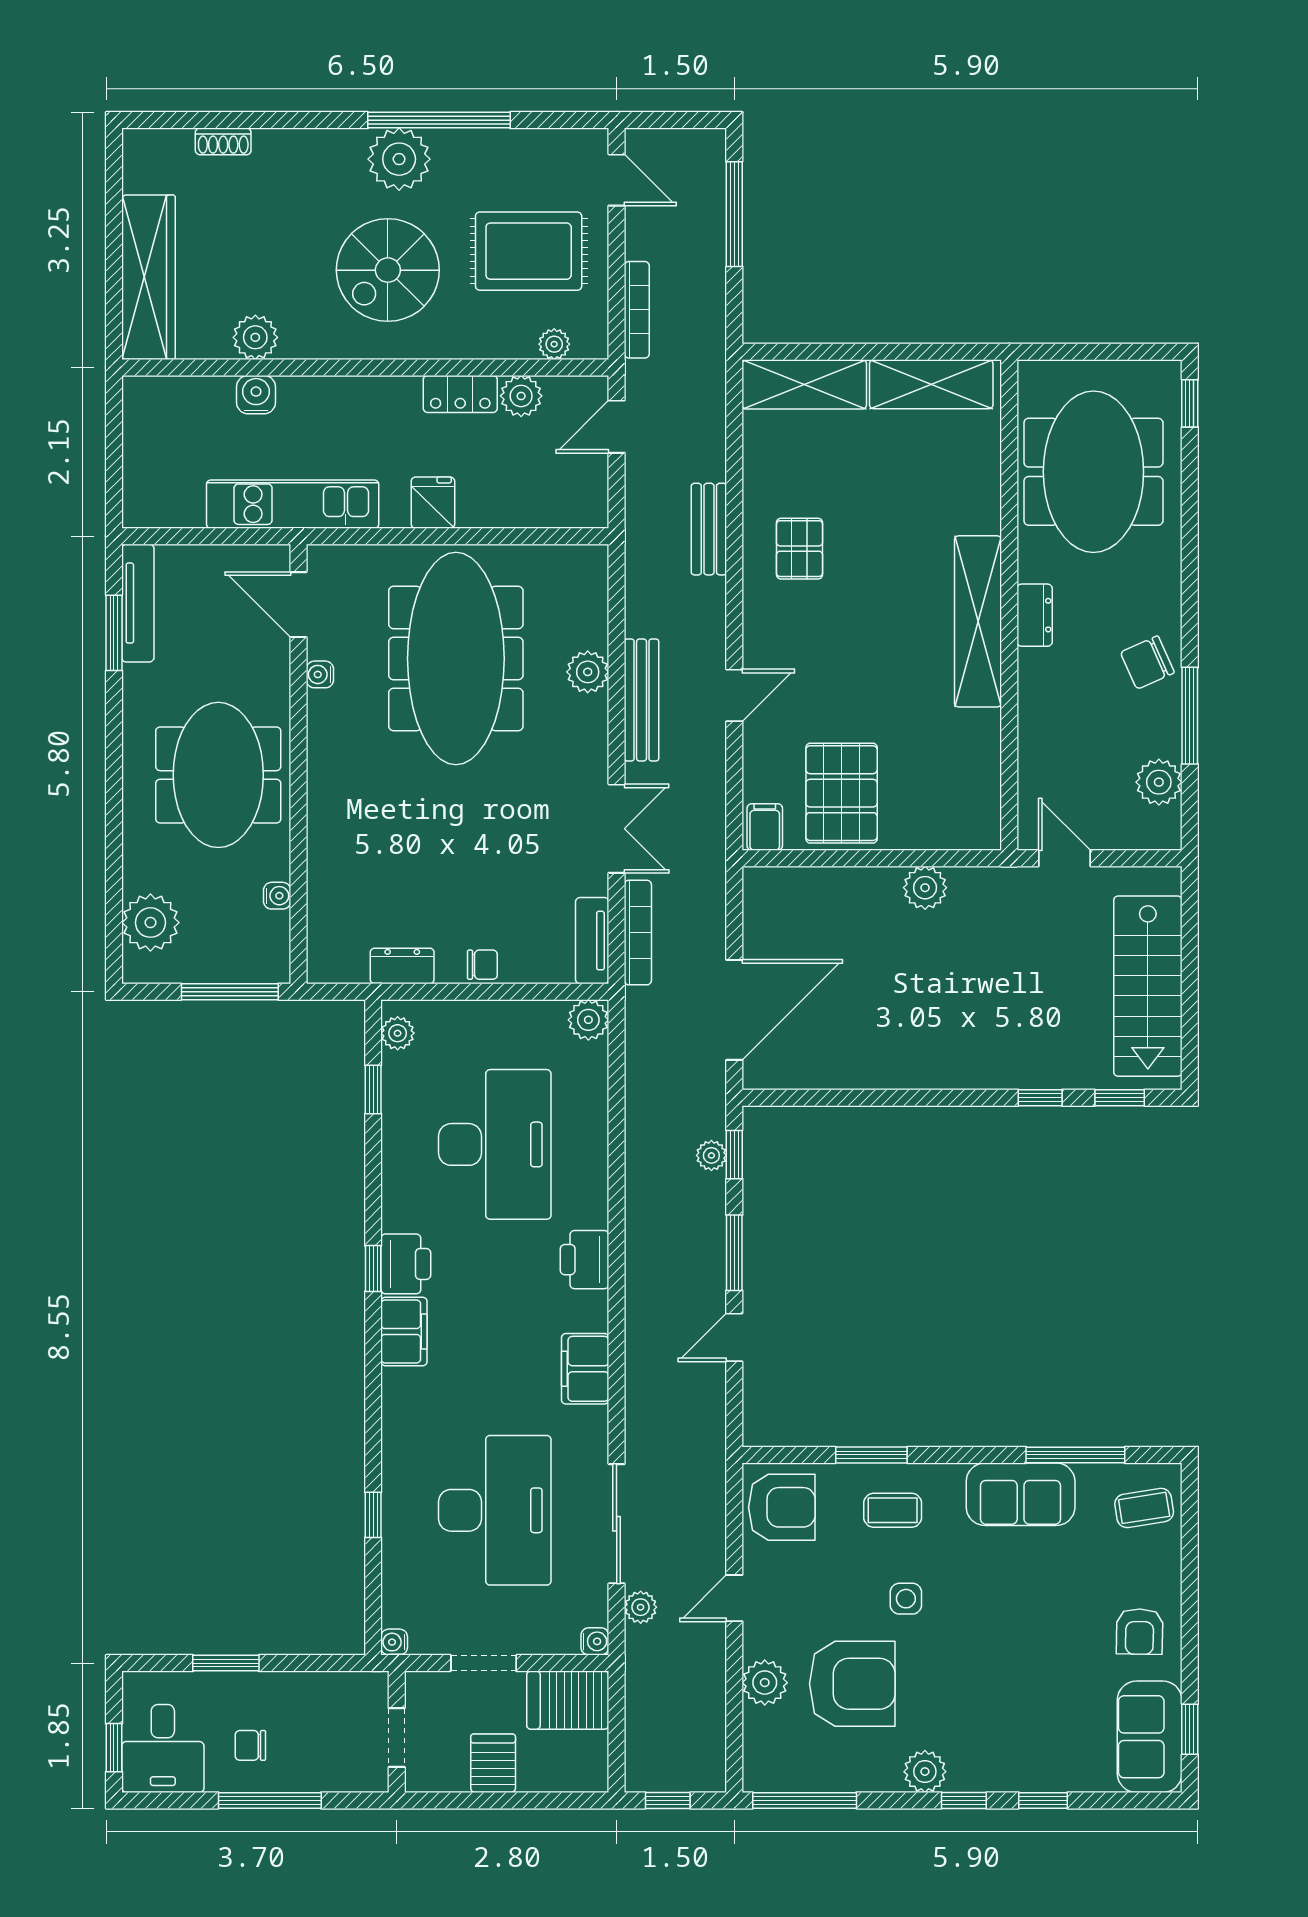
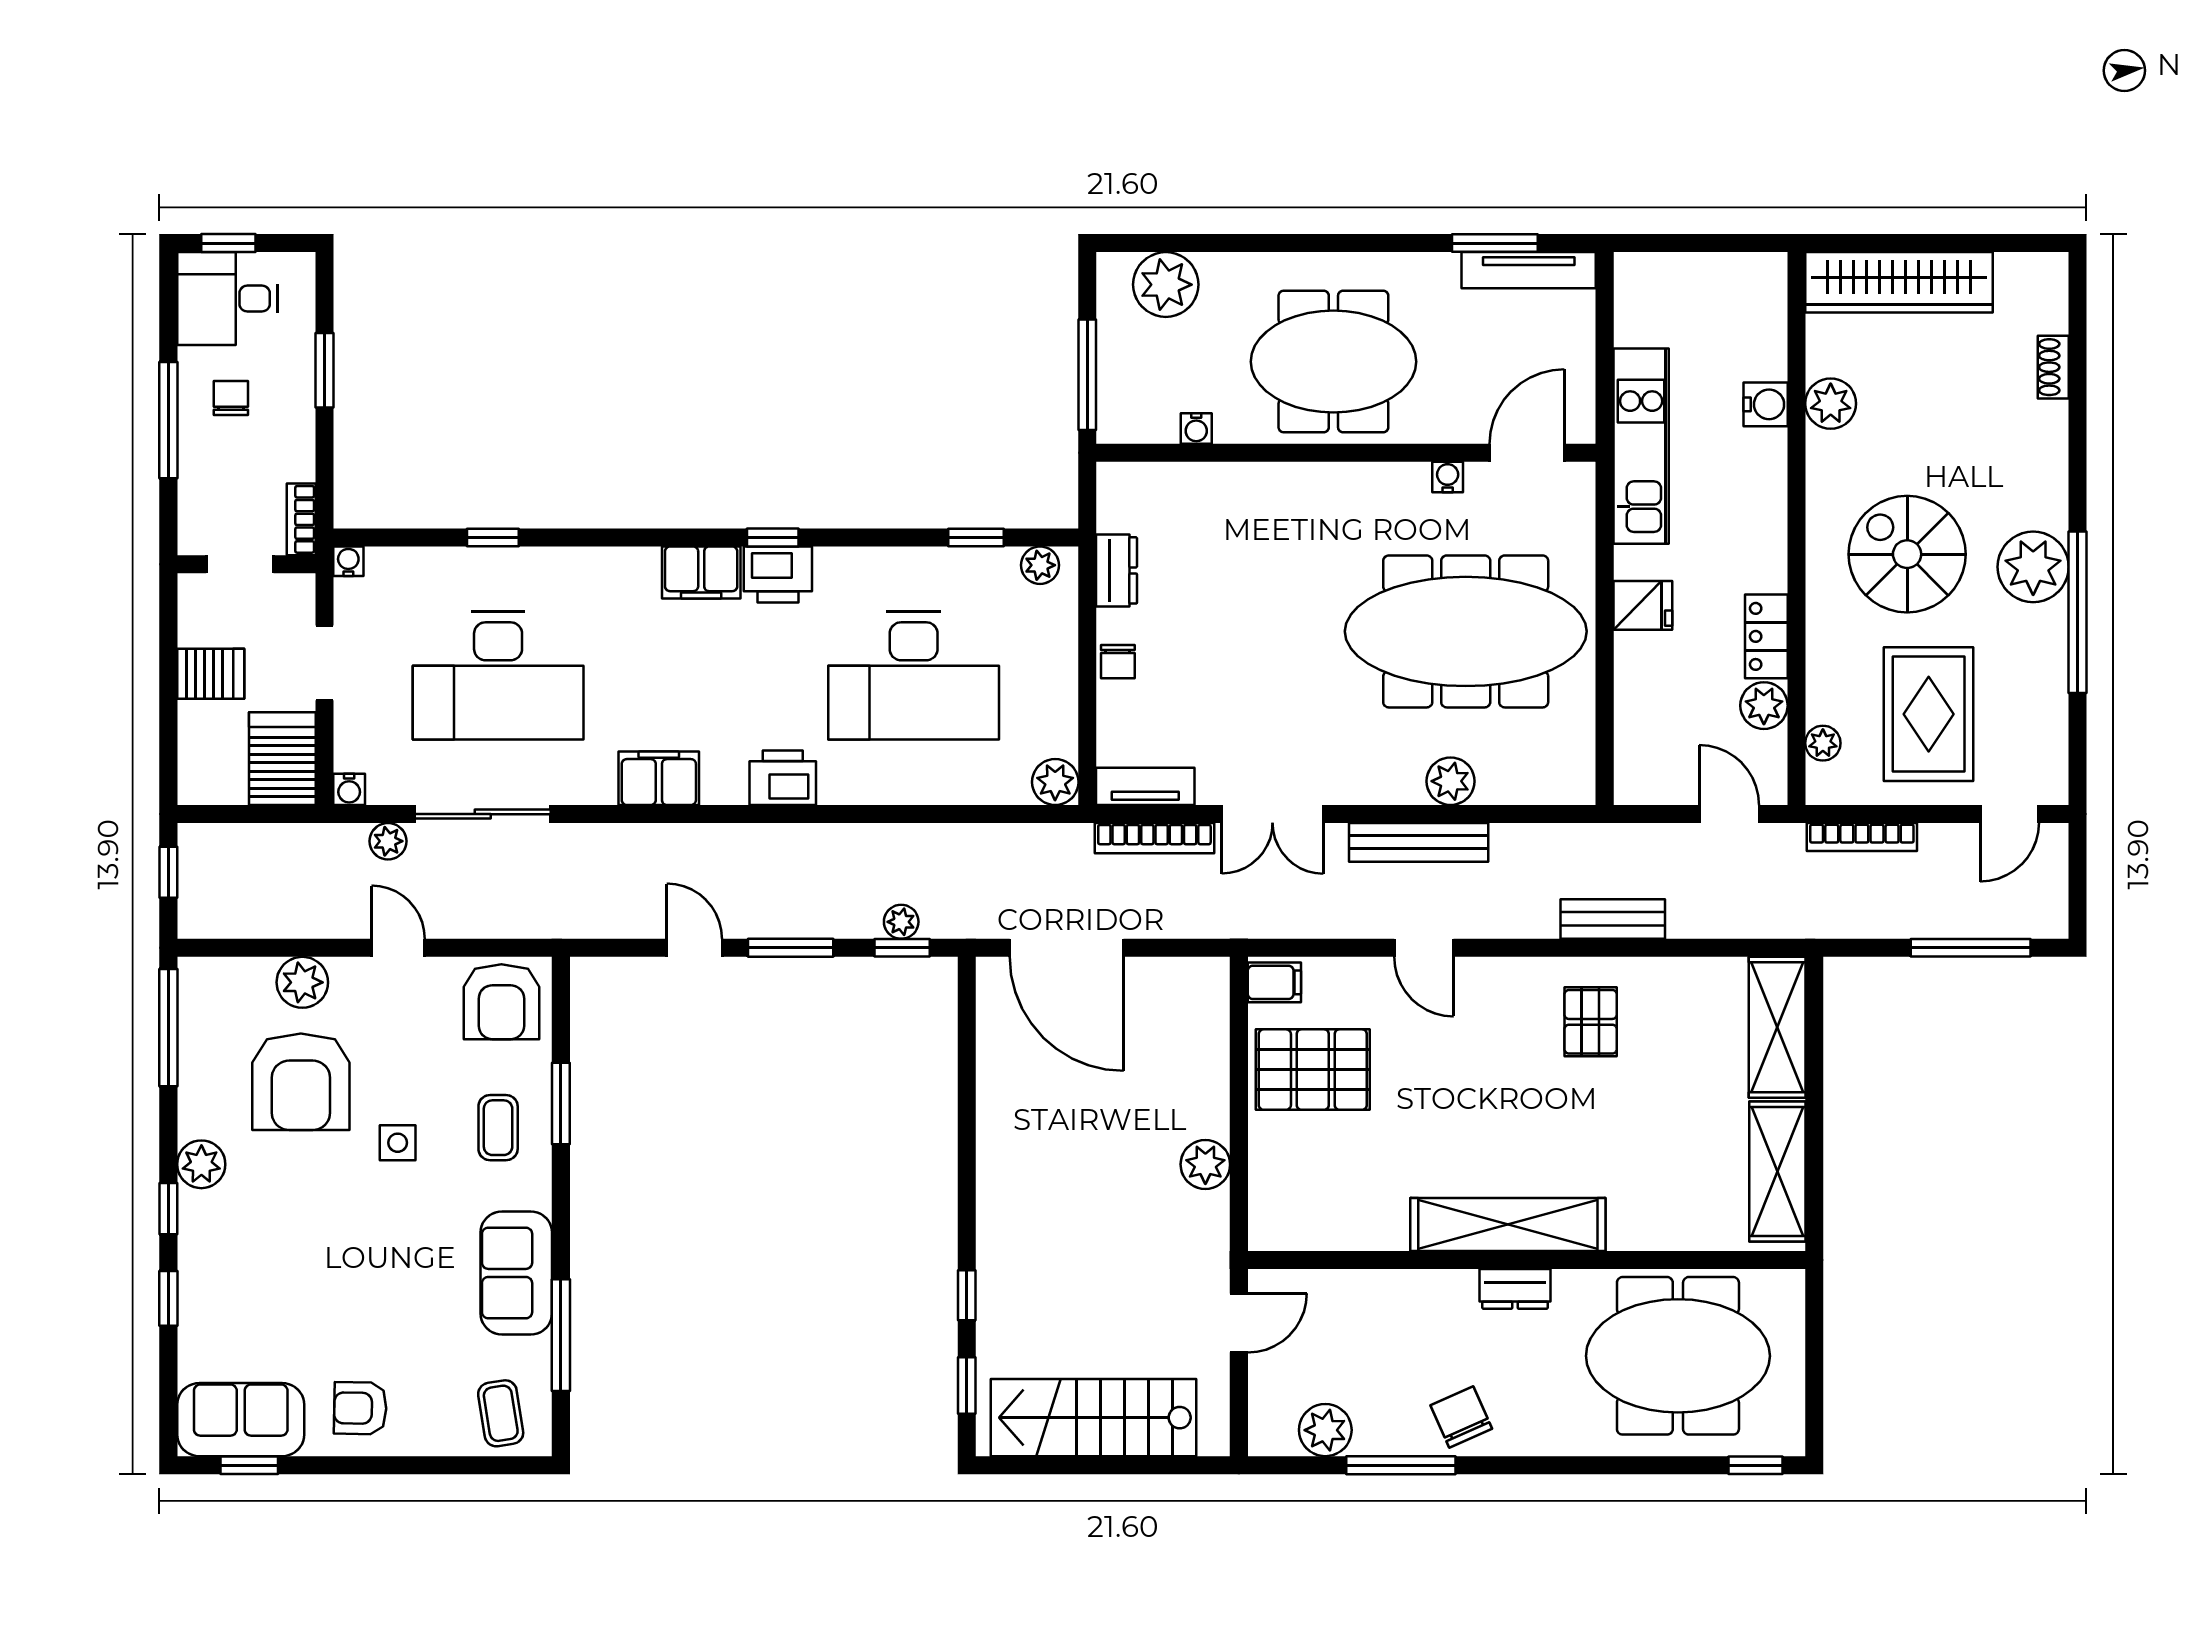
pallet: (799, 549) -> (1591, 1022), turned 90
bookcase: (357, 1684) -> (301, 519), added

